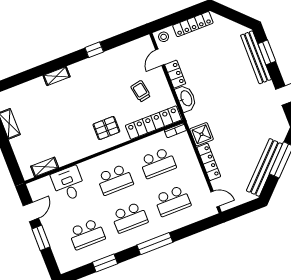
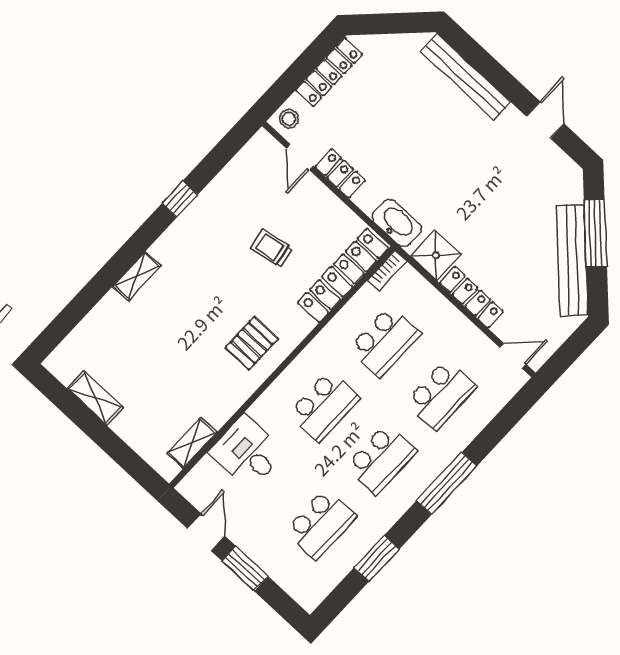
window: (267, 52) -> (480, 59), removed
trolley: (141, 91) -> (272, 248), moved
washbasin: (186, 98) -> (397, 223), moved
pallet: (106, 128) -> (252, 343), moved

